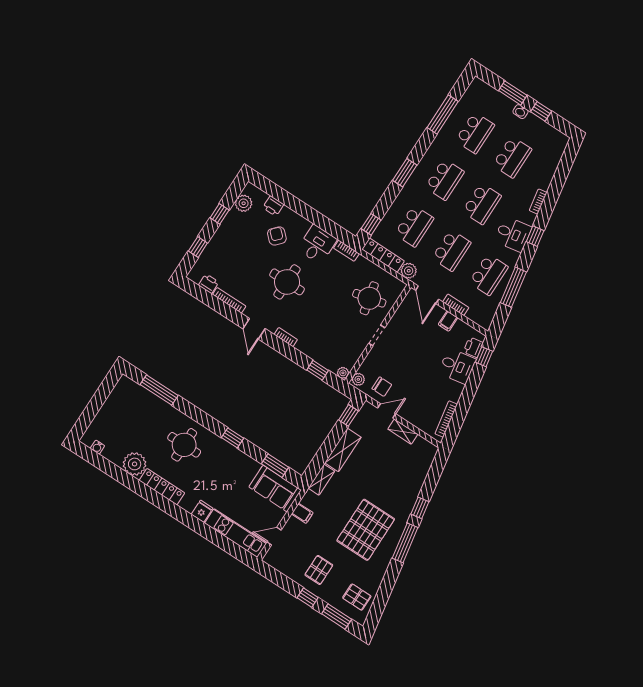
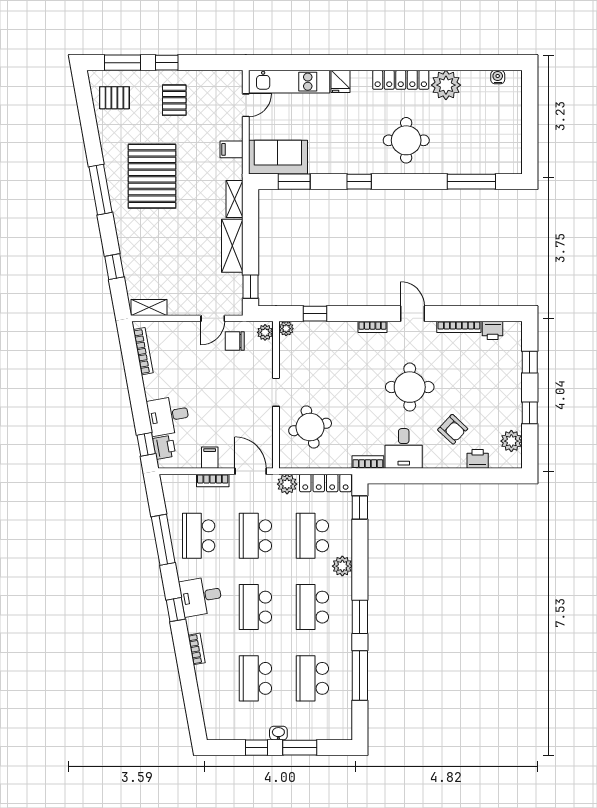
window: (405, 173) -> (360, 617), moved
plant: (407, 194) -> (342, 566), added
shelving: (403, 432) -> (149, 307), moved
window: (420, 508) -> (114, 267), moved

